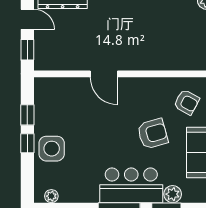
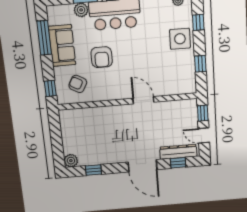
armchair: (153, 134) -> (102, 57), turned -74
window: (27, 143) -> (198, 22), moved

